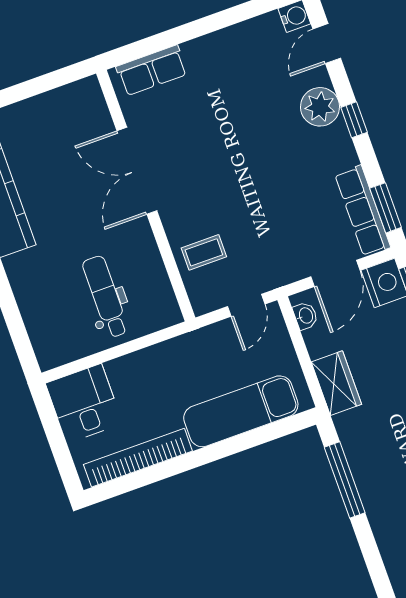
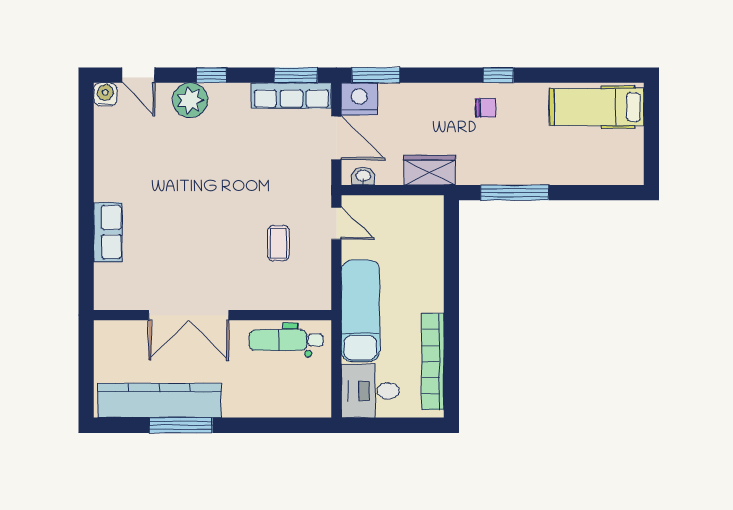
double door: (137, 171) -> (189, 315), moved
wall: (146, 196) -> (212, 315), moved
exam couch: (241, 411) -> (360, 311), moved, turned 180

